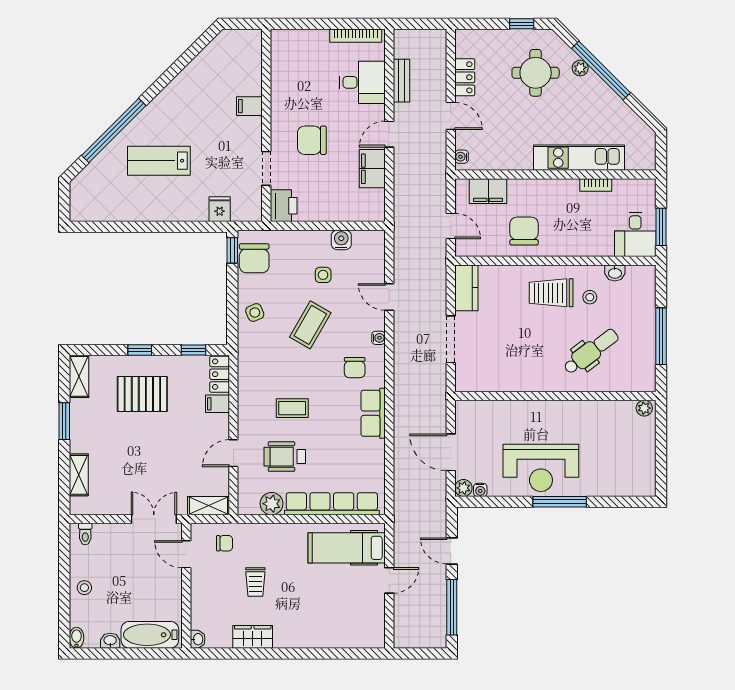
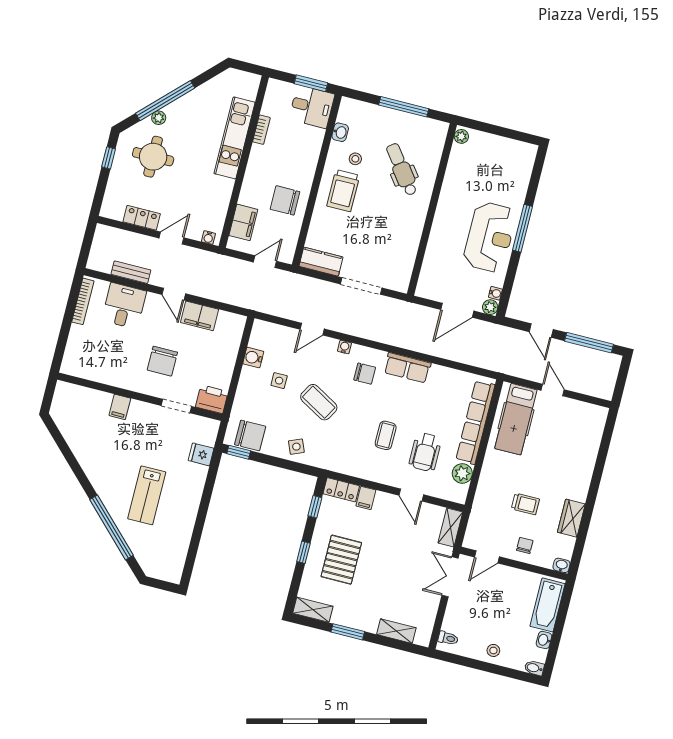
chair: (225, 543) -> (525, 545), moved
door: (452, 551) -> (541, 331), hinge flipped

